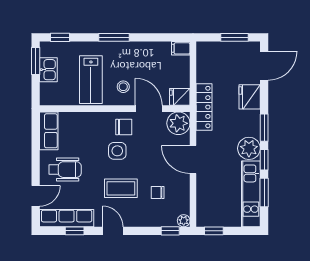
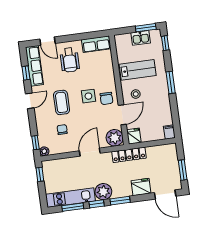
lab bench: (91, 80) -> (138, 70), turned 180

